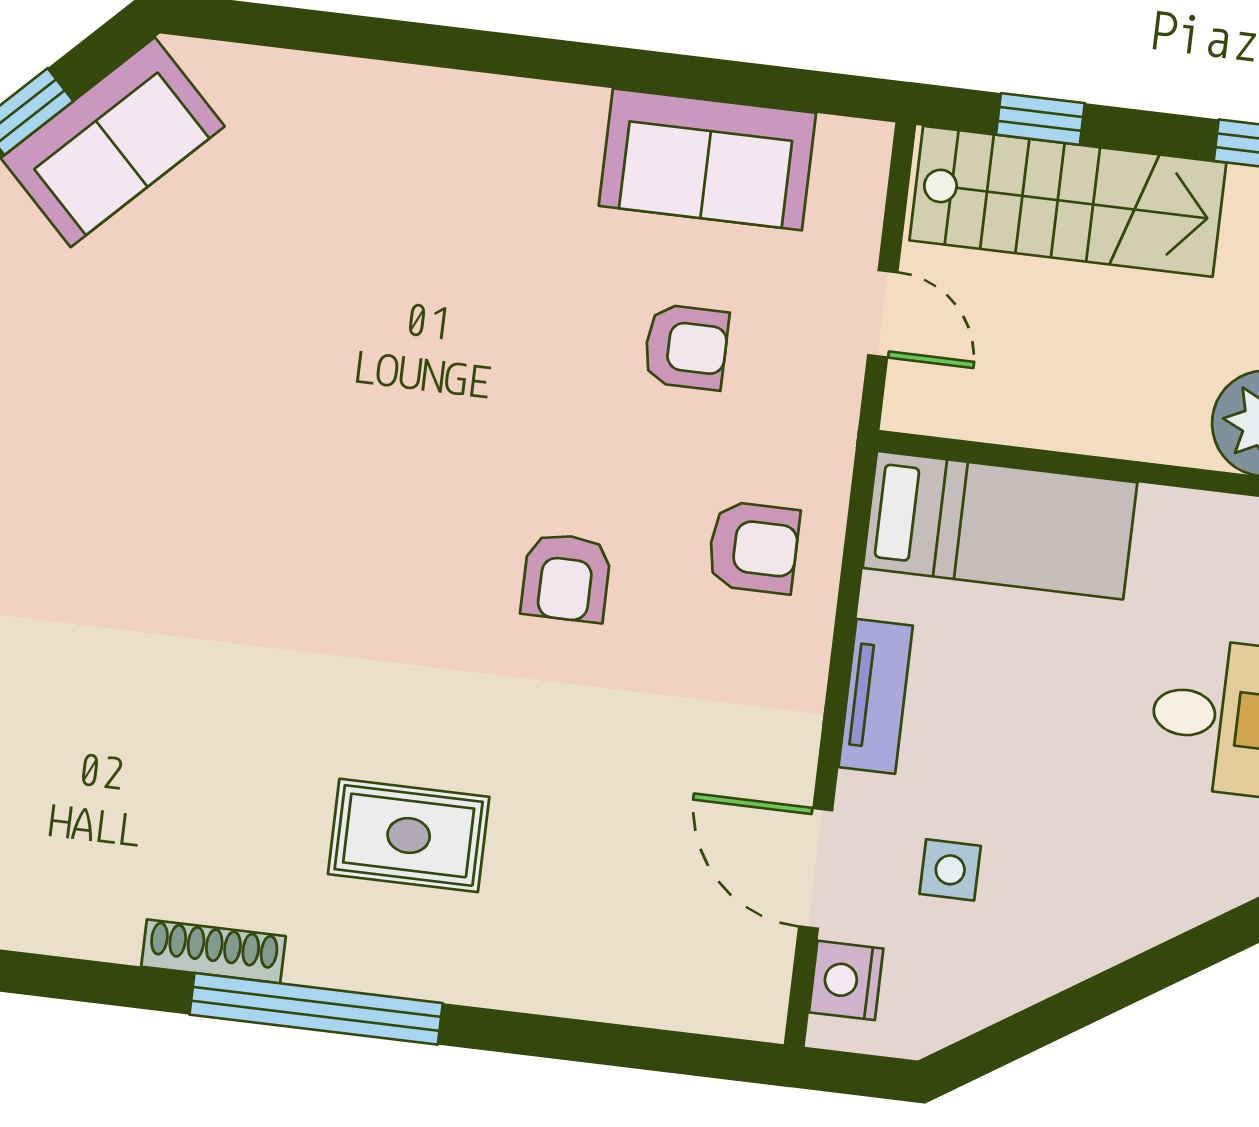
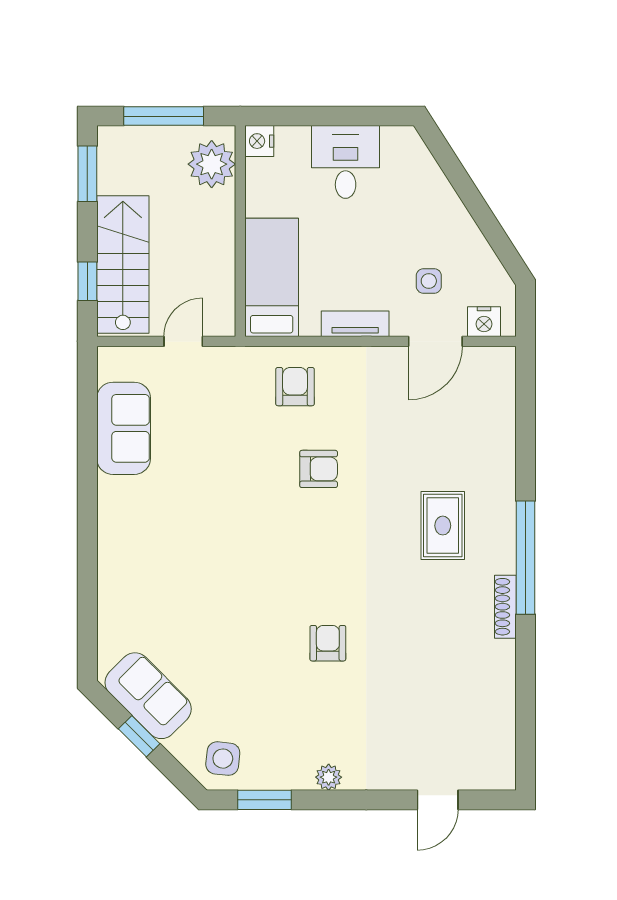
armchair: (686, 347) -> (328, 643), moved

